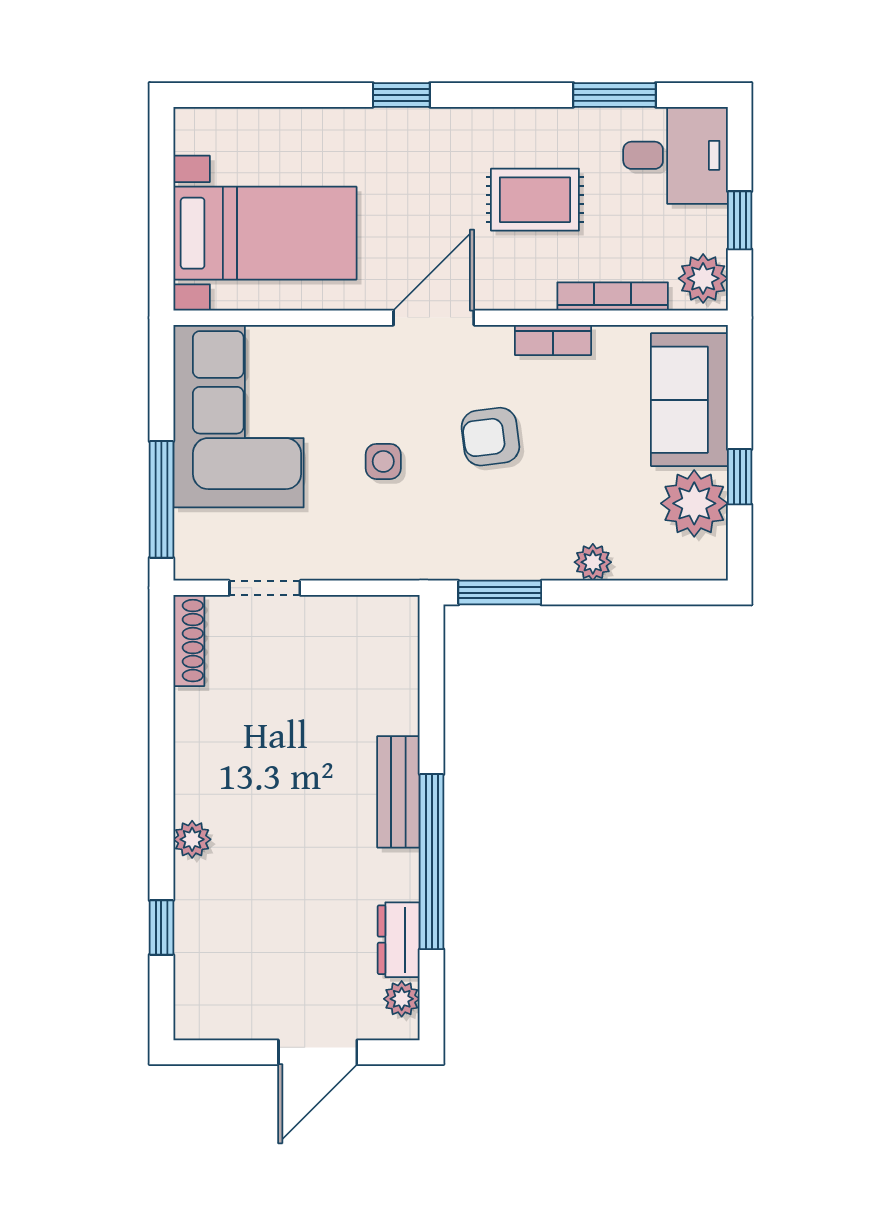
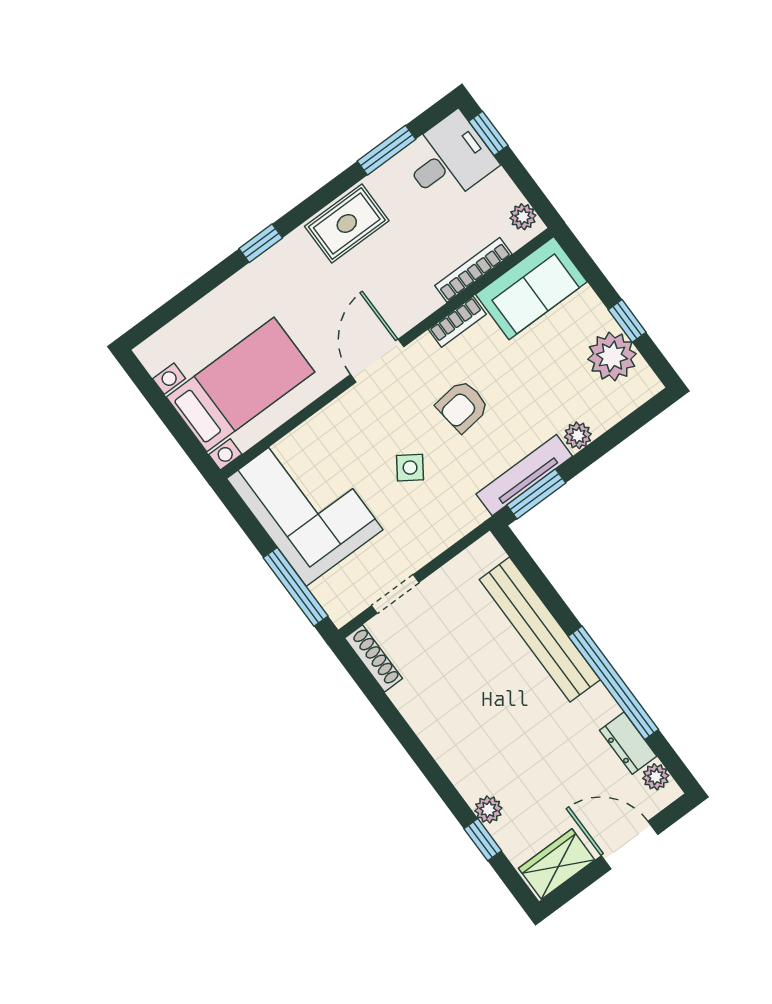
rug: (535, 200) -> (347, 224), moved
window: (740, 220) -> (488, 133), moved
plant: (703, 278) -> (523, 217), width x0.73, depth x0.73
sofa: (689, 400) -> (531, 288), moved, turned -90
side table: (383, 461) -> (410, 468), turned 34
tv unit: (502, 562) -> (524, 475), added
bench: (398, 792) -> (540, 630), width x1.86, depth x1.21
plant: (192, 839) -> (488, 810), moved
wardrobe: (223, 1014) -> (557, 864), added
door: (318, 1052) -> (629, 845), swing flipped

